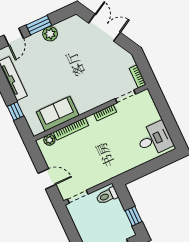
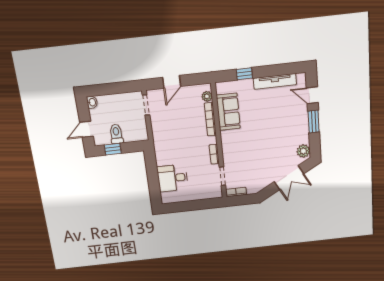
plant: (50, 34) -> (303, 151), moved
desk: (154, 139) -> (173, 178), moved, turned 90
toilet: (107, 196) -> (116, 134), moved

